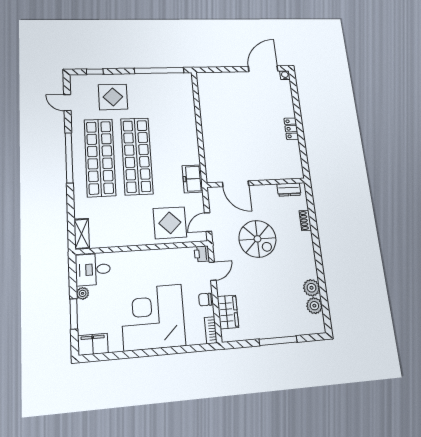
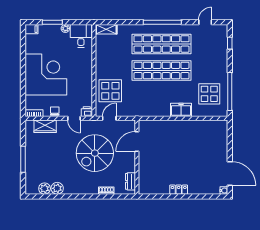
display table: (113, 97) -> (209, 94), moved
freezer: (193, 179) -> (181, 110), moved
door: (208, 222) -> (109, 118), hinge flipped
spiral stairs: (257, 239) -> (95, 153), width x1.37, depth x1.37
filing cabinet: (93, 344) -> (32, 29), width x0.50

